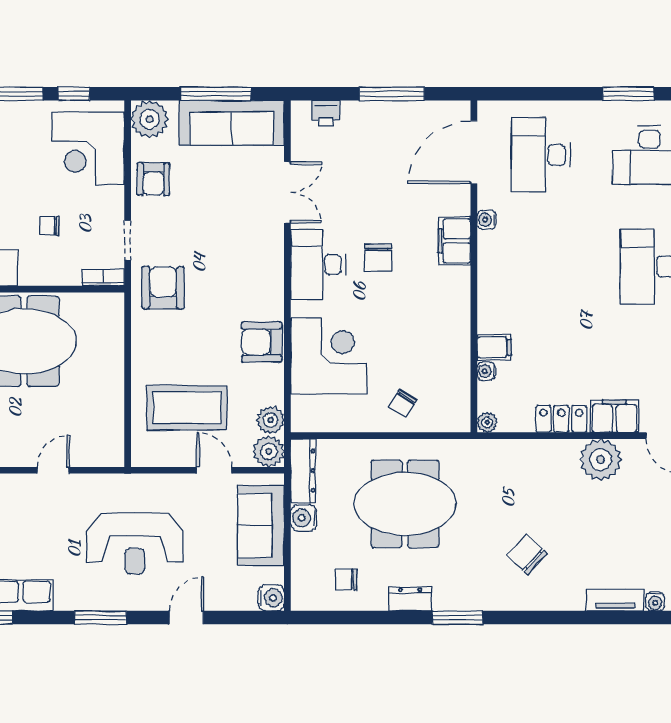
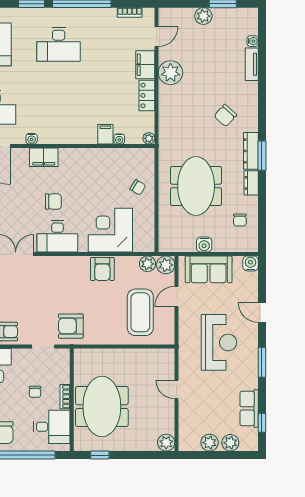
bookcase: (103, 277) -> (65, 397), moved
dresser: (303, 471) -> (251, 151), moved, turned -90

